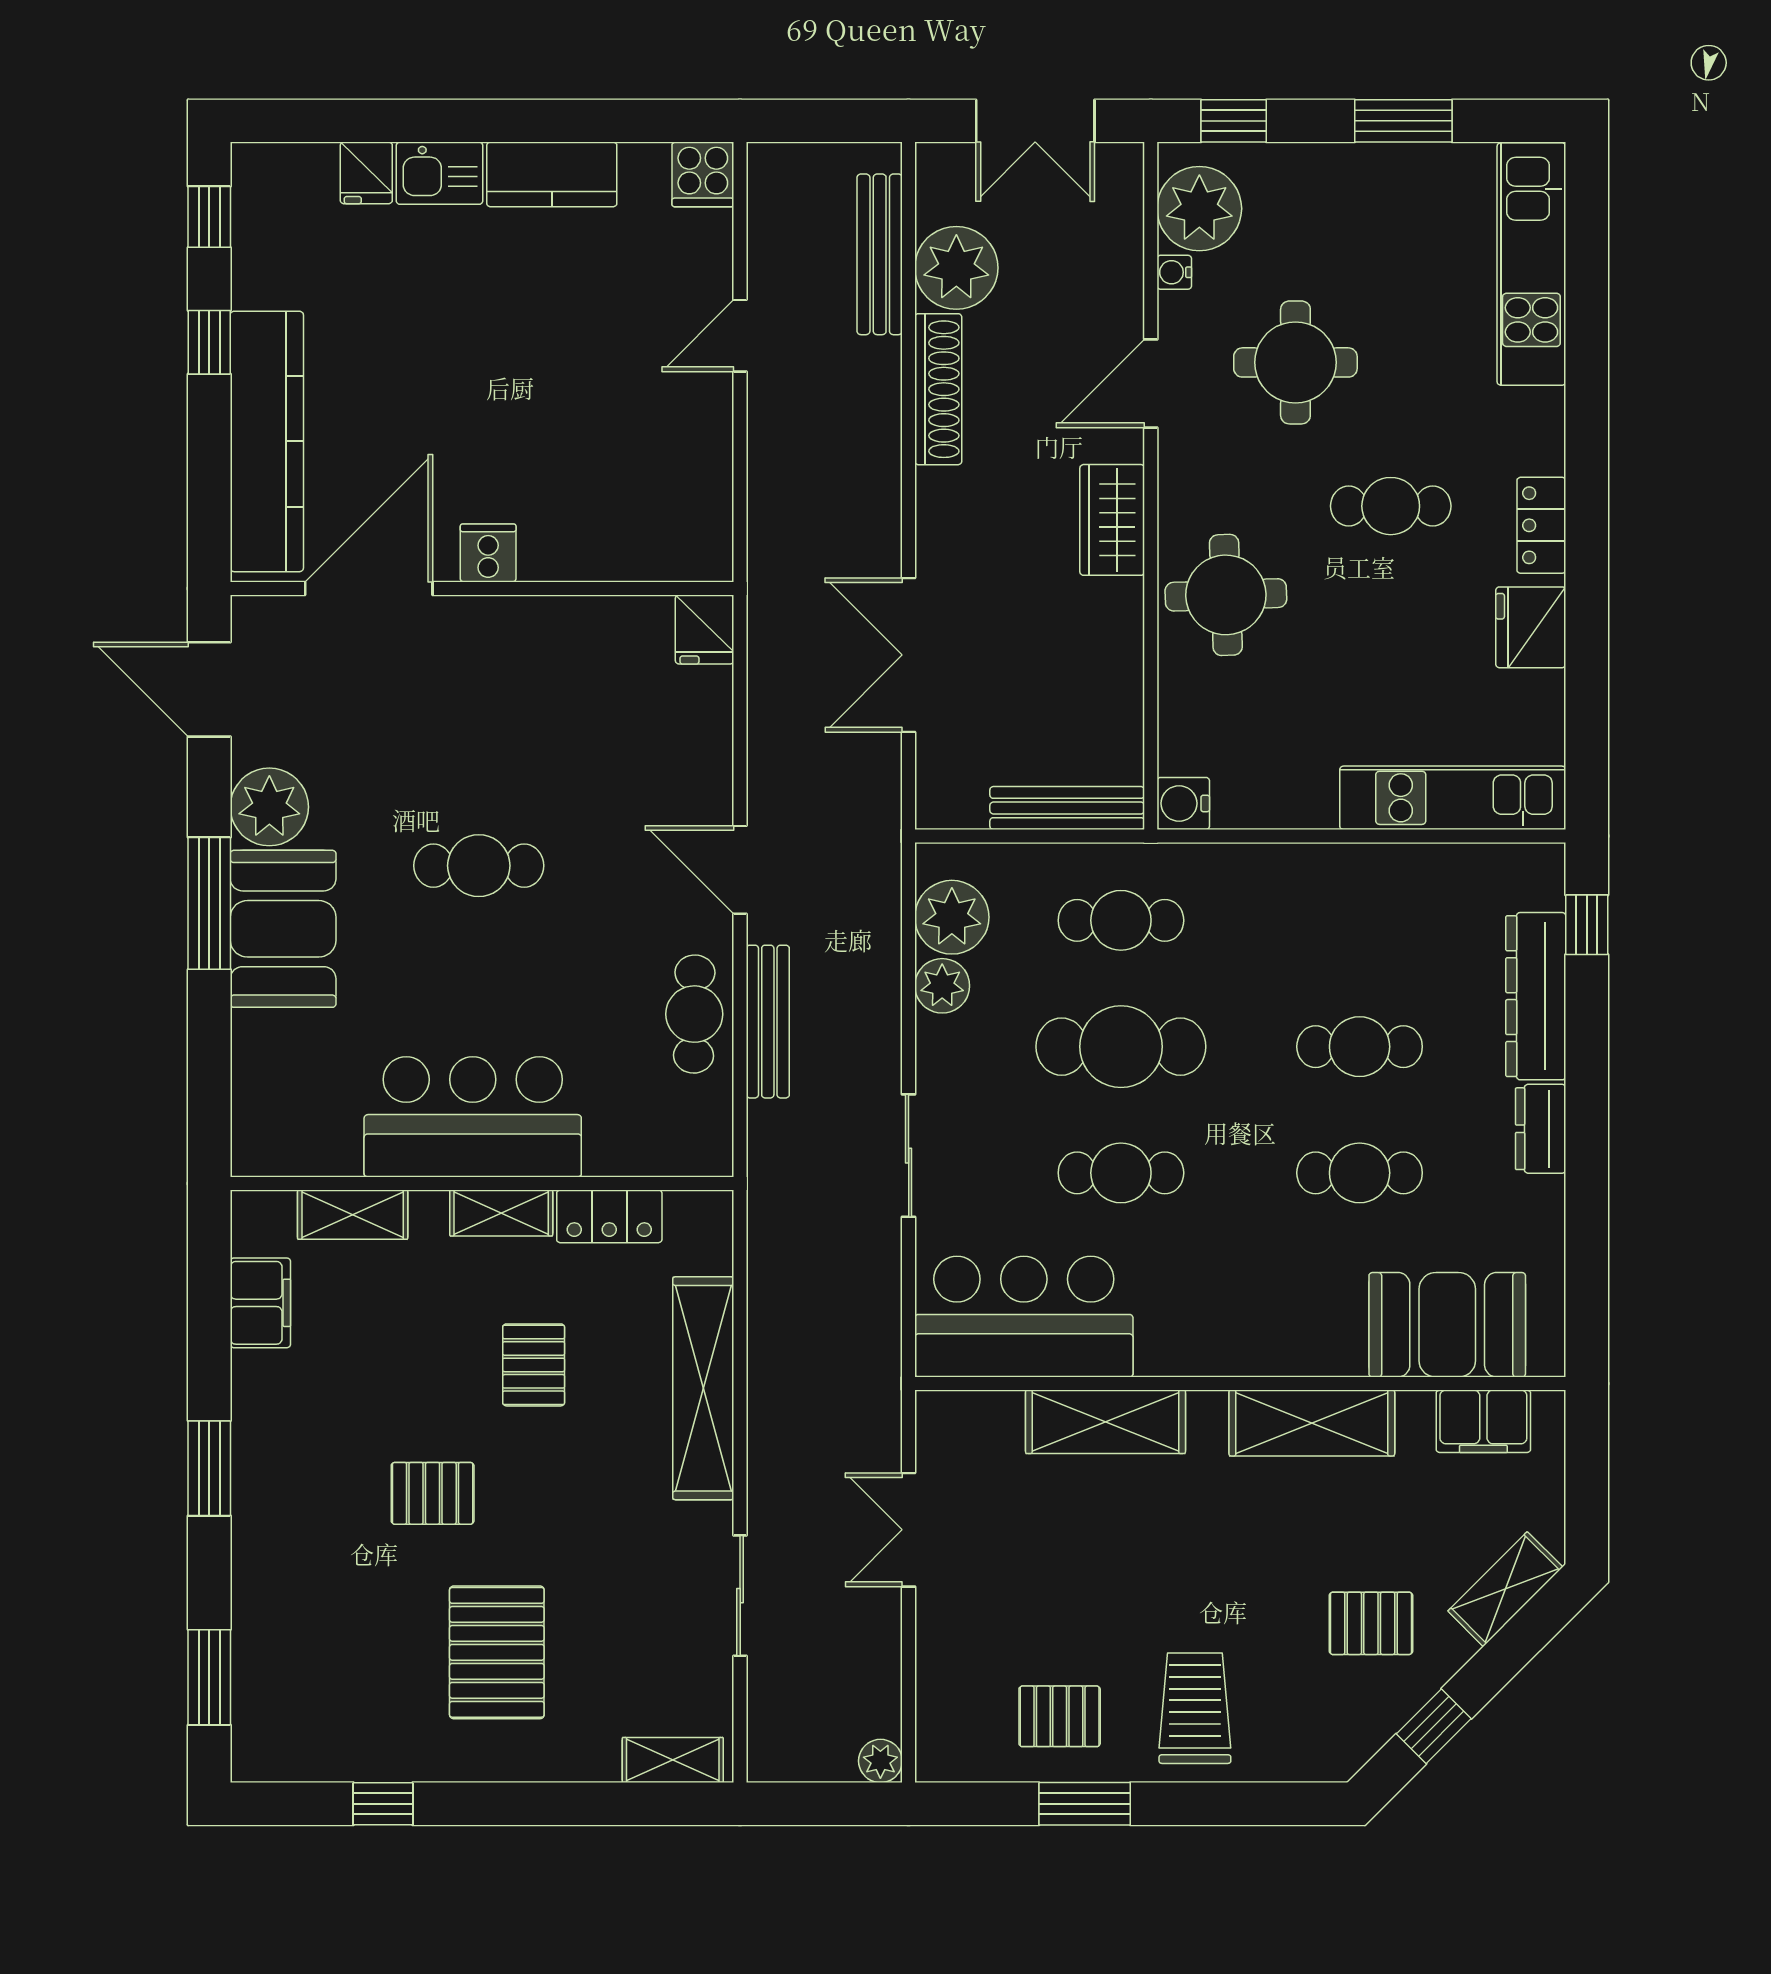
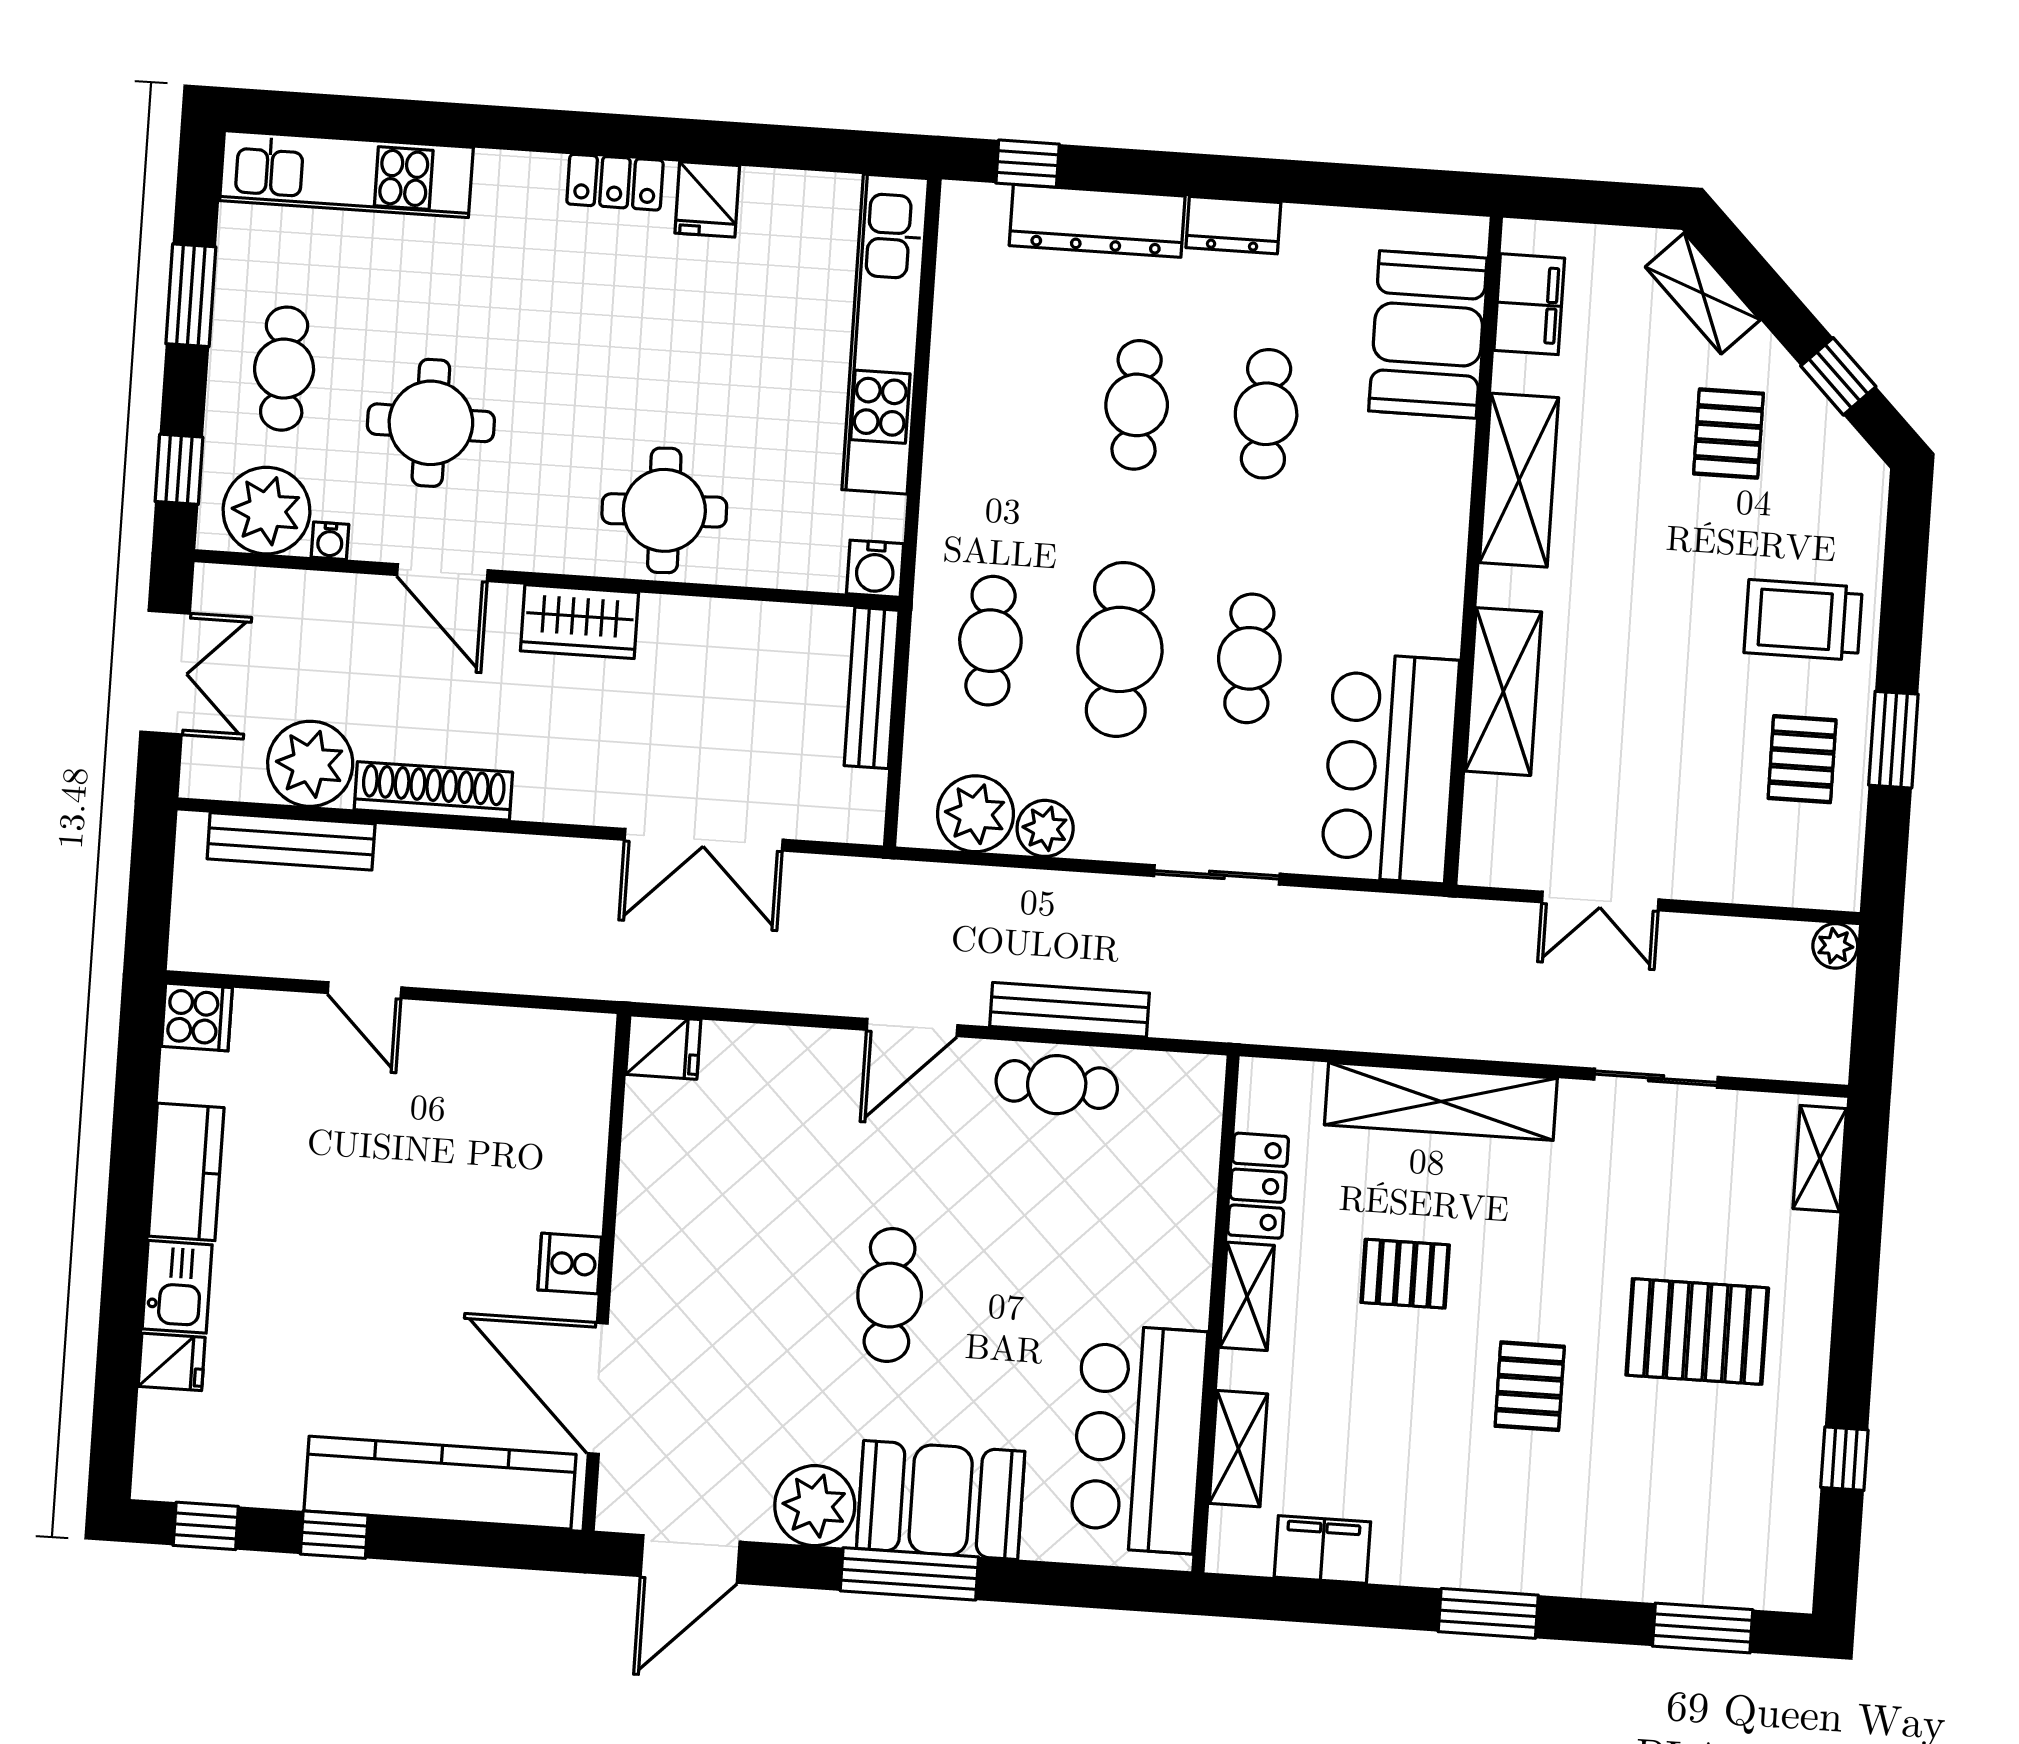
cafe table: (1391, 506) -> (284, 369), moved
fridge: (1531, 627) -> (707, 199), width x0.72
kitchen unit: (1453, 798) -> (885, 334), width x1.36
bar counter: (473, 1117) -> (1138, 1439), moved

